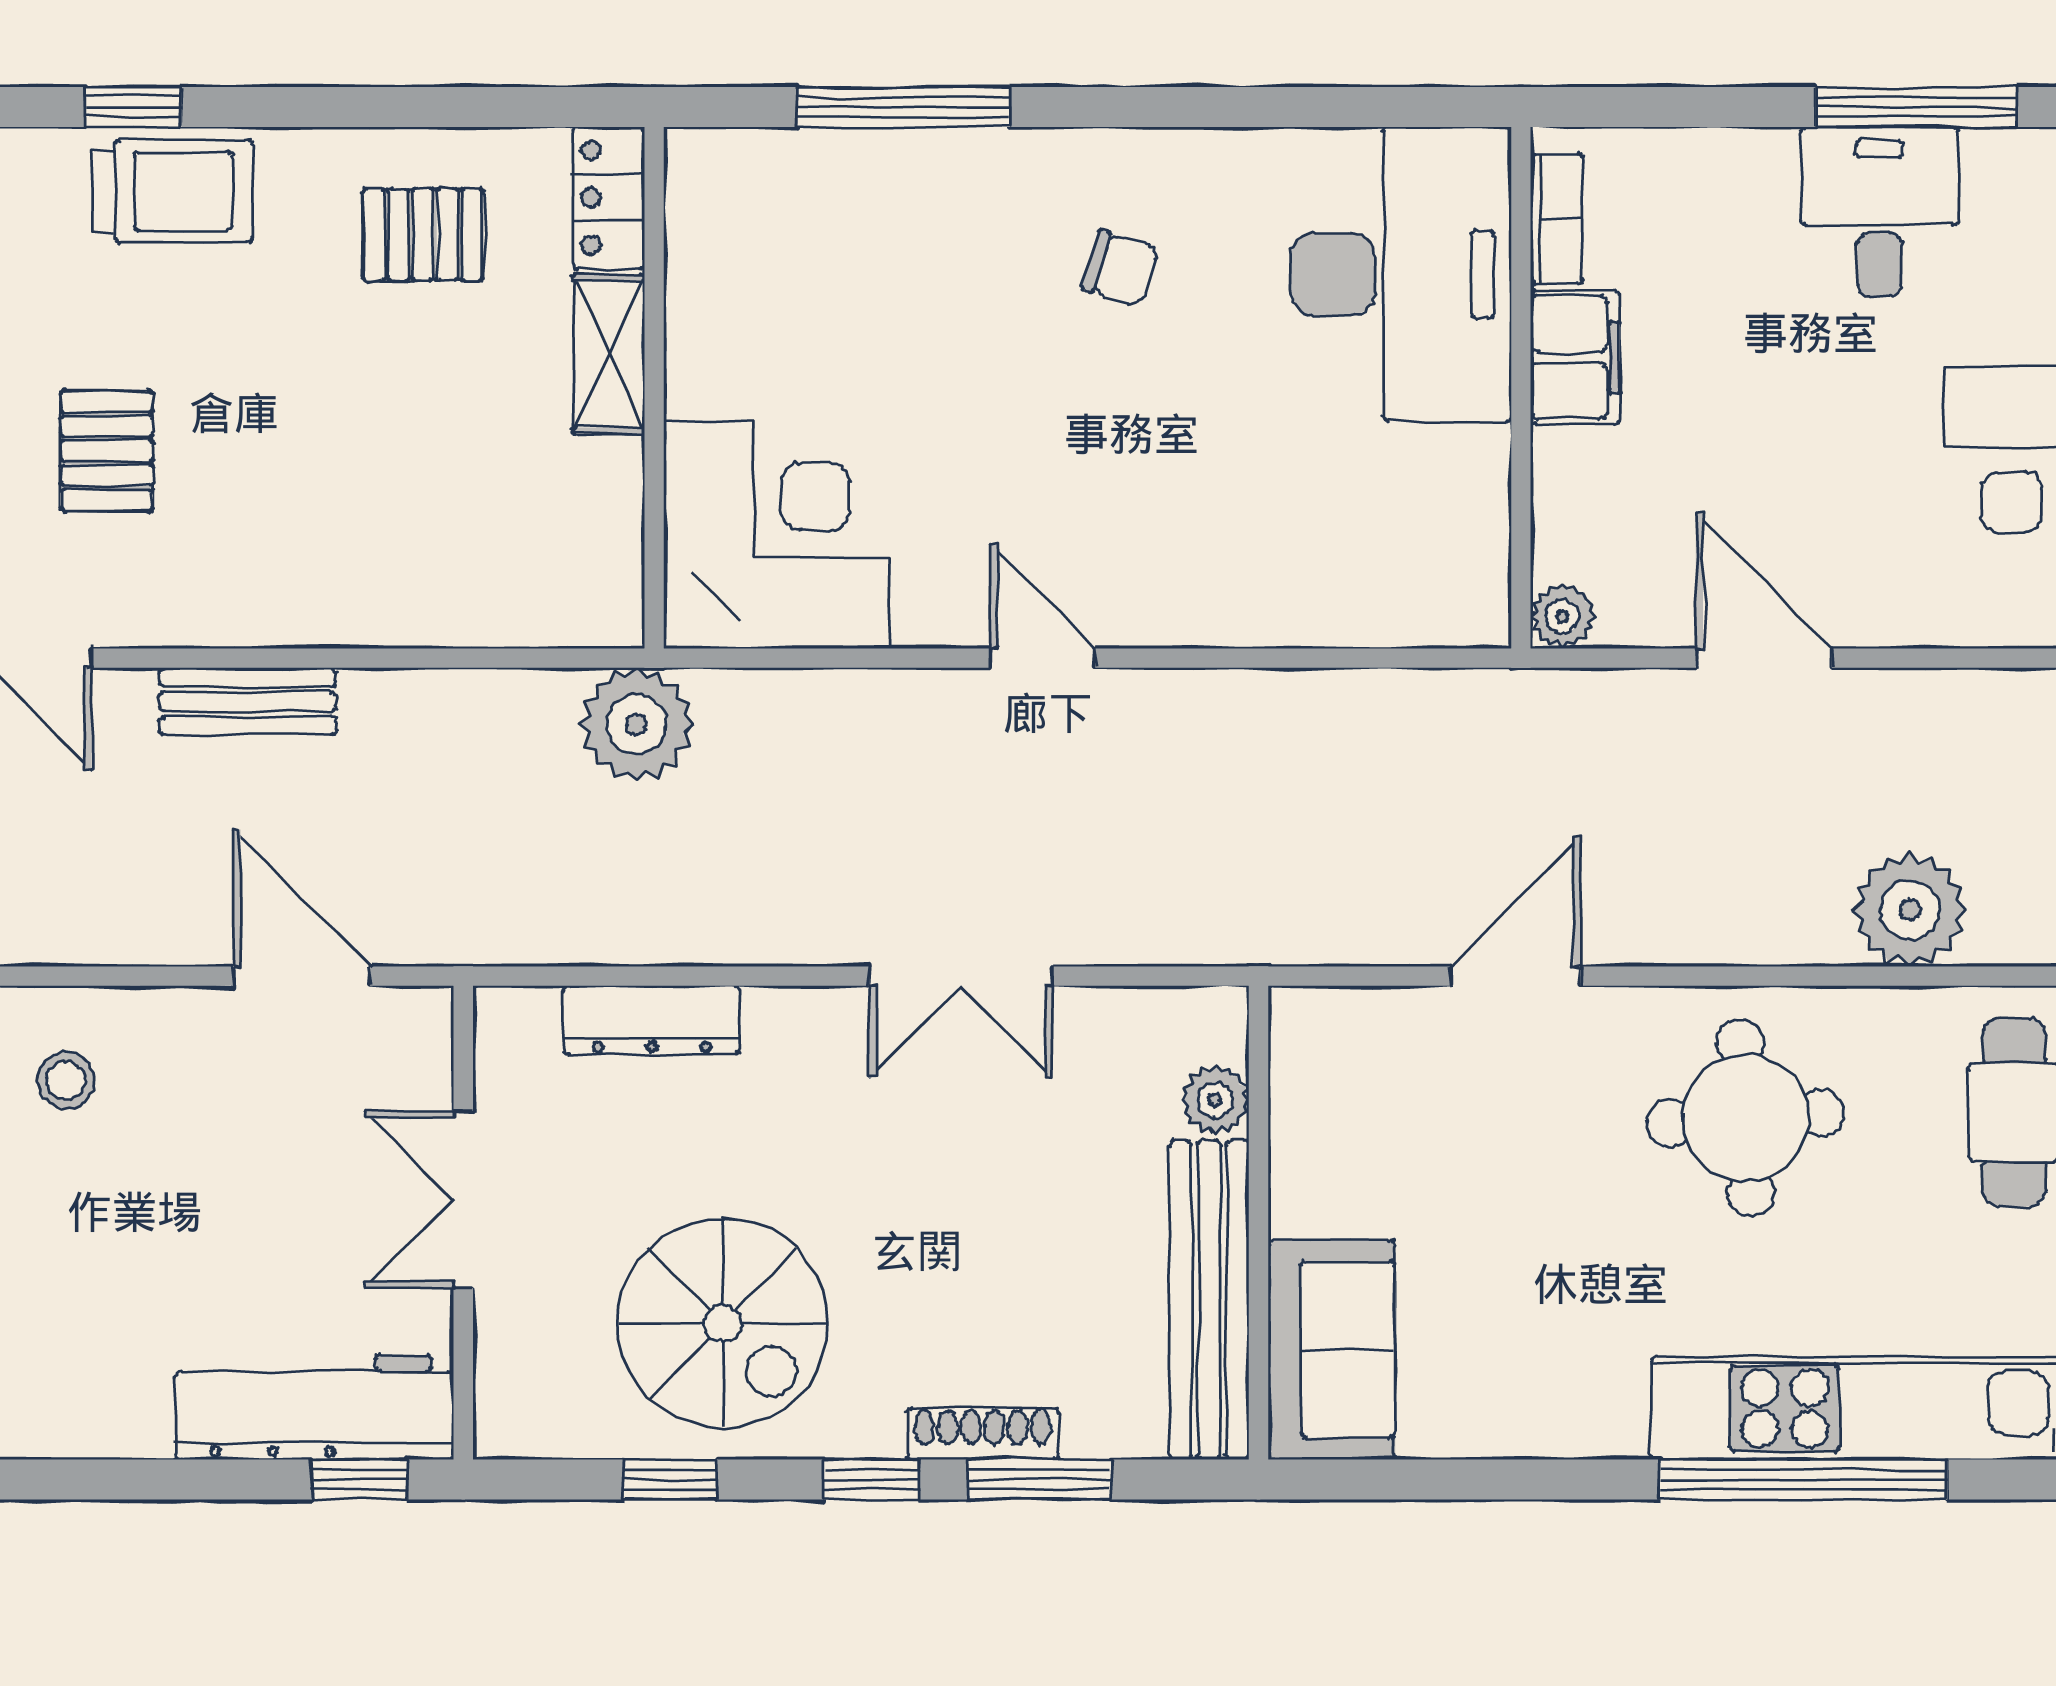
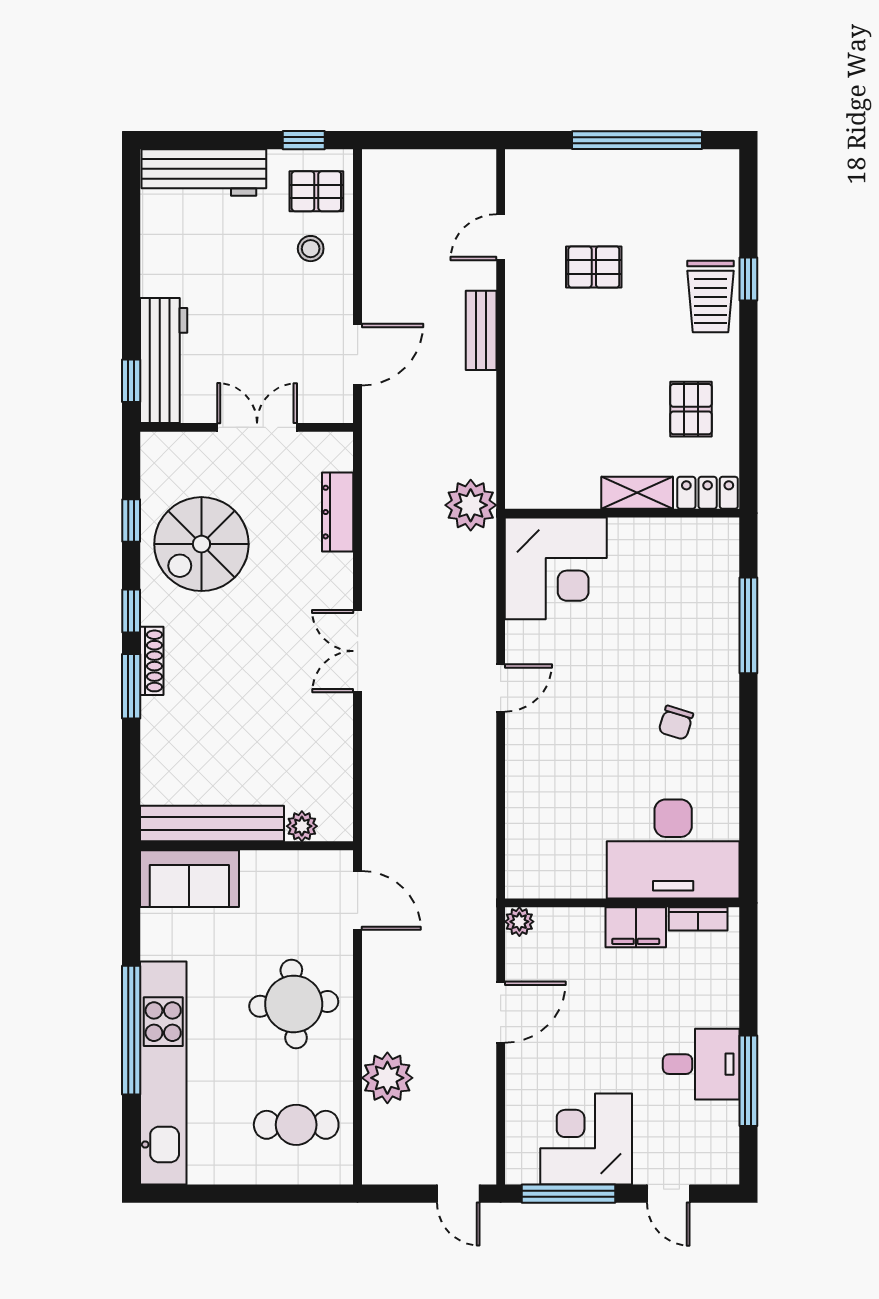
plant: (1215, 1100) -> (302, 826), moved
wall: (1258, 1223) -> (247, 846), moved
bench: (1209, 1300) -> (212, 824), moved
sofa: (1332, 1350) -> (189, 879), moved

